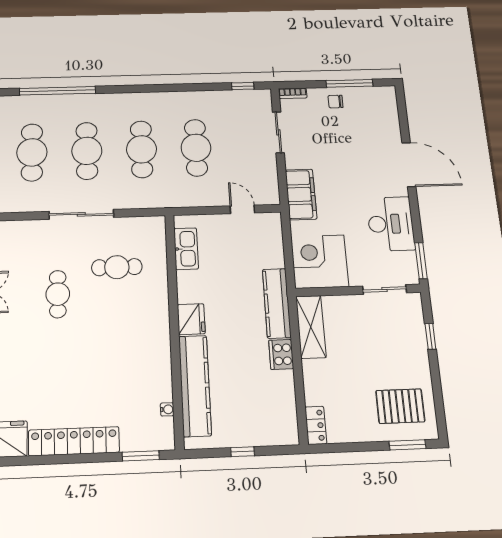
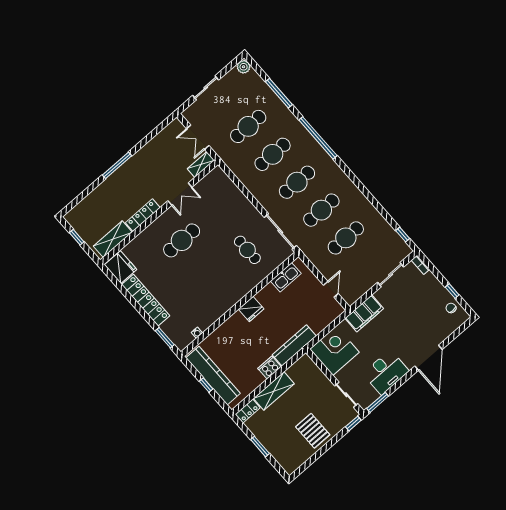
window: (349, 83) -> (452, 291), width x0.46
chair: (336, 102) -> (451, 308), moved
sliding door: (81, 214) -> (280, 232), moved
cafe table: (58, 294) -> (182, 240), moved, width x1.37, depth x1.35
shelving: (311, 327) -> (274, 391), moved
window: (430, 336) -> (353, 424), moved
kitchen counter: (195, 386) -> (213, 376), moved, turned -90
pallet: (400, 406) -> (313, 431), moved
window: (407, 445) -> (260, 447), moved

